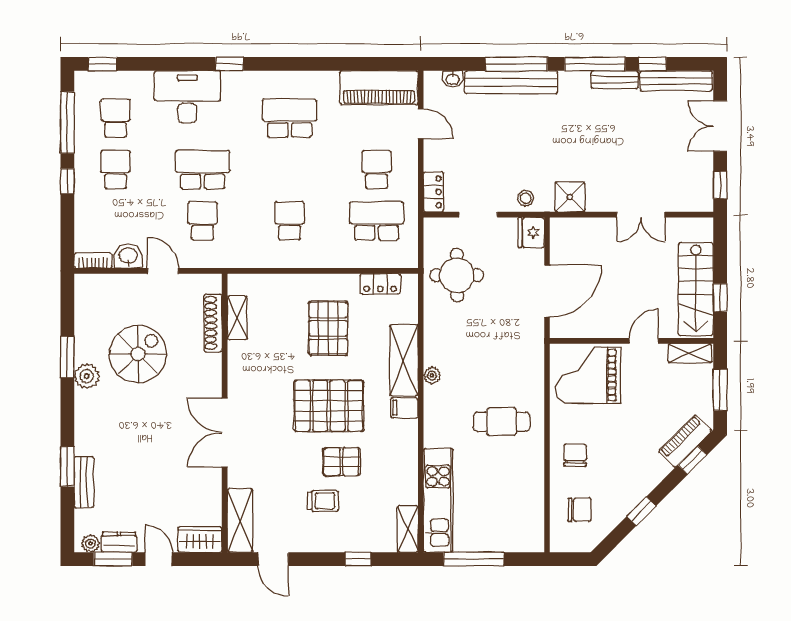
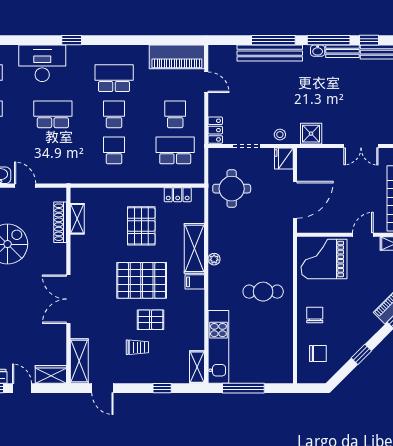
washbasin: (453, 79) -> (318, 51), moved
school desk: (203, 221) -> (114, 114), moved

